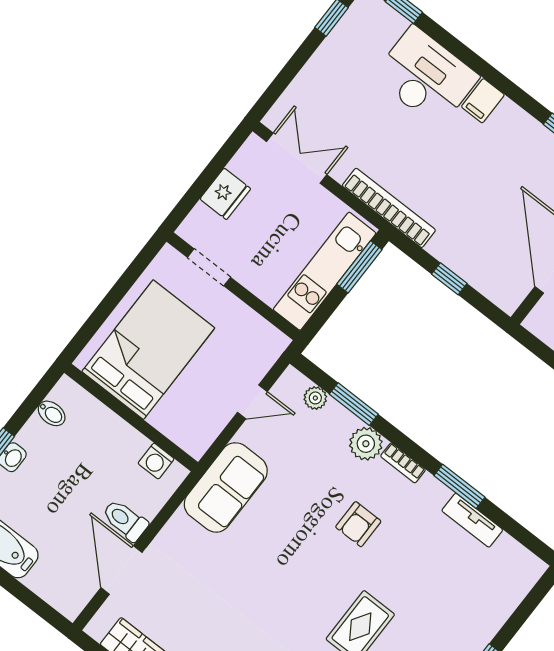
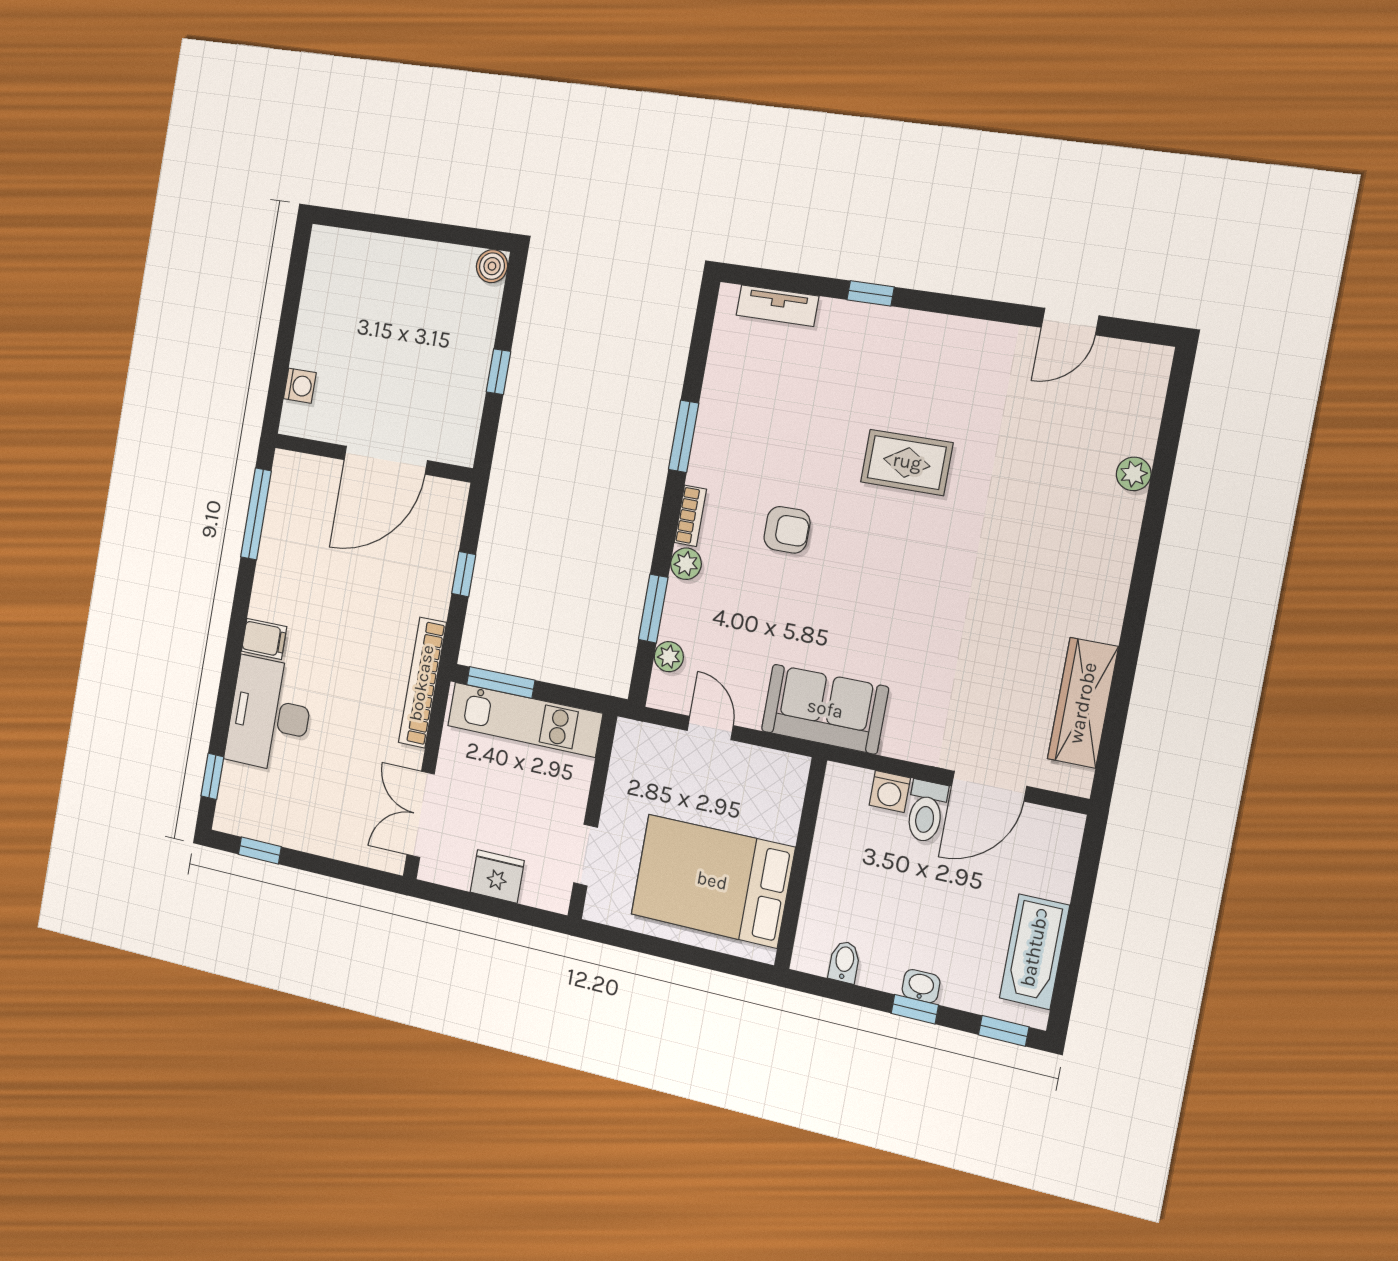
plant: (366, 444) -> (686, 564), width x0.73, depth x0.73
washing machine: (156, 461) -> (890, 792), moved, turned 90
tv unit: (472, 520) -> (777, 306), moved, turned 90

